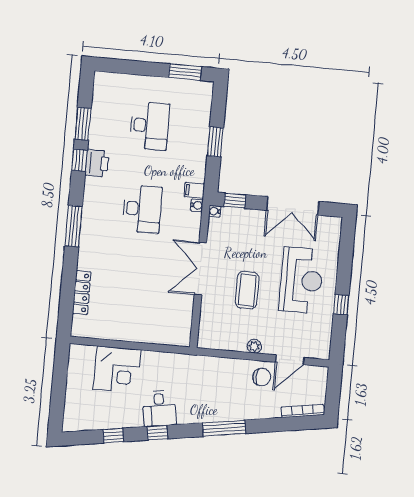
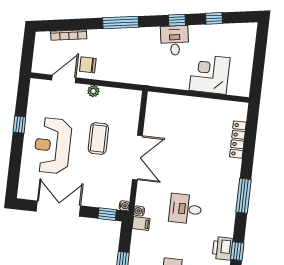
desk: (142, 209) -> (185, 209), width x0.73
bookcase: (303, 411) -> (69, 35), moved

